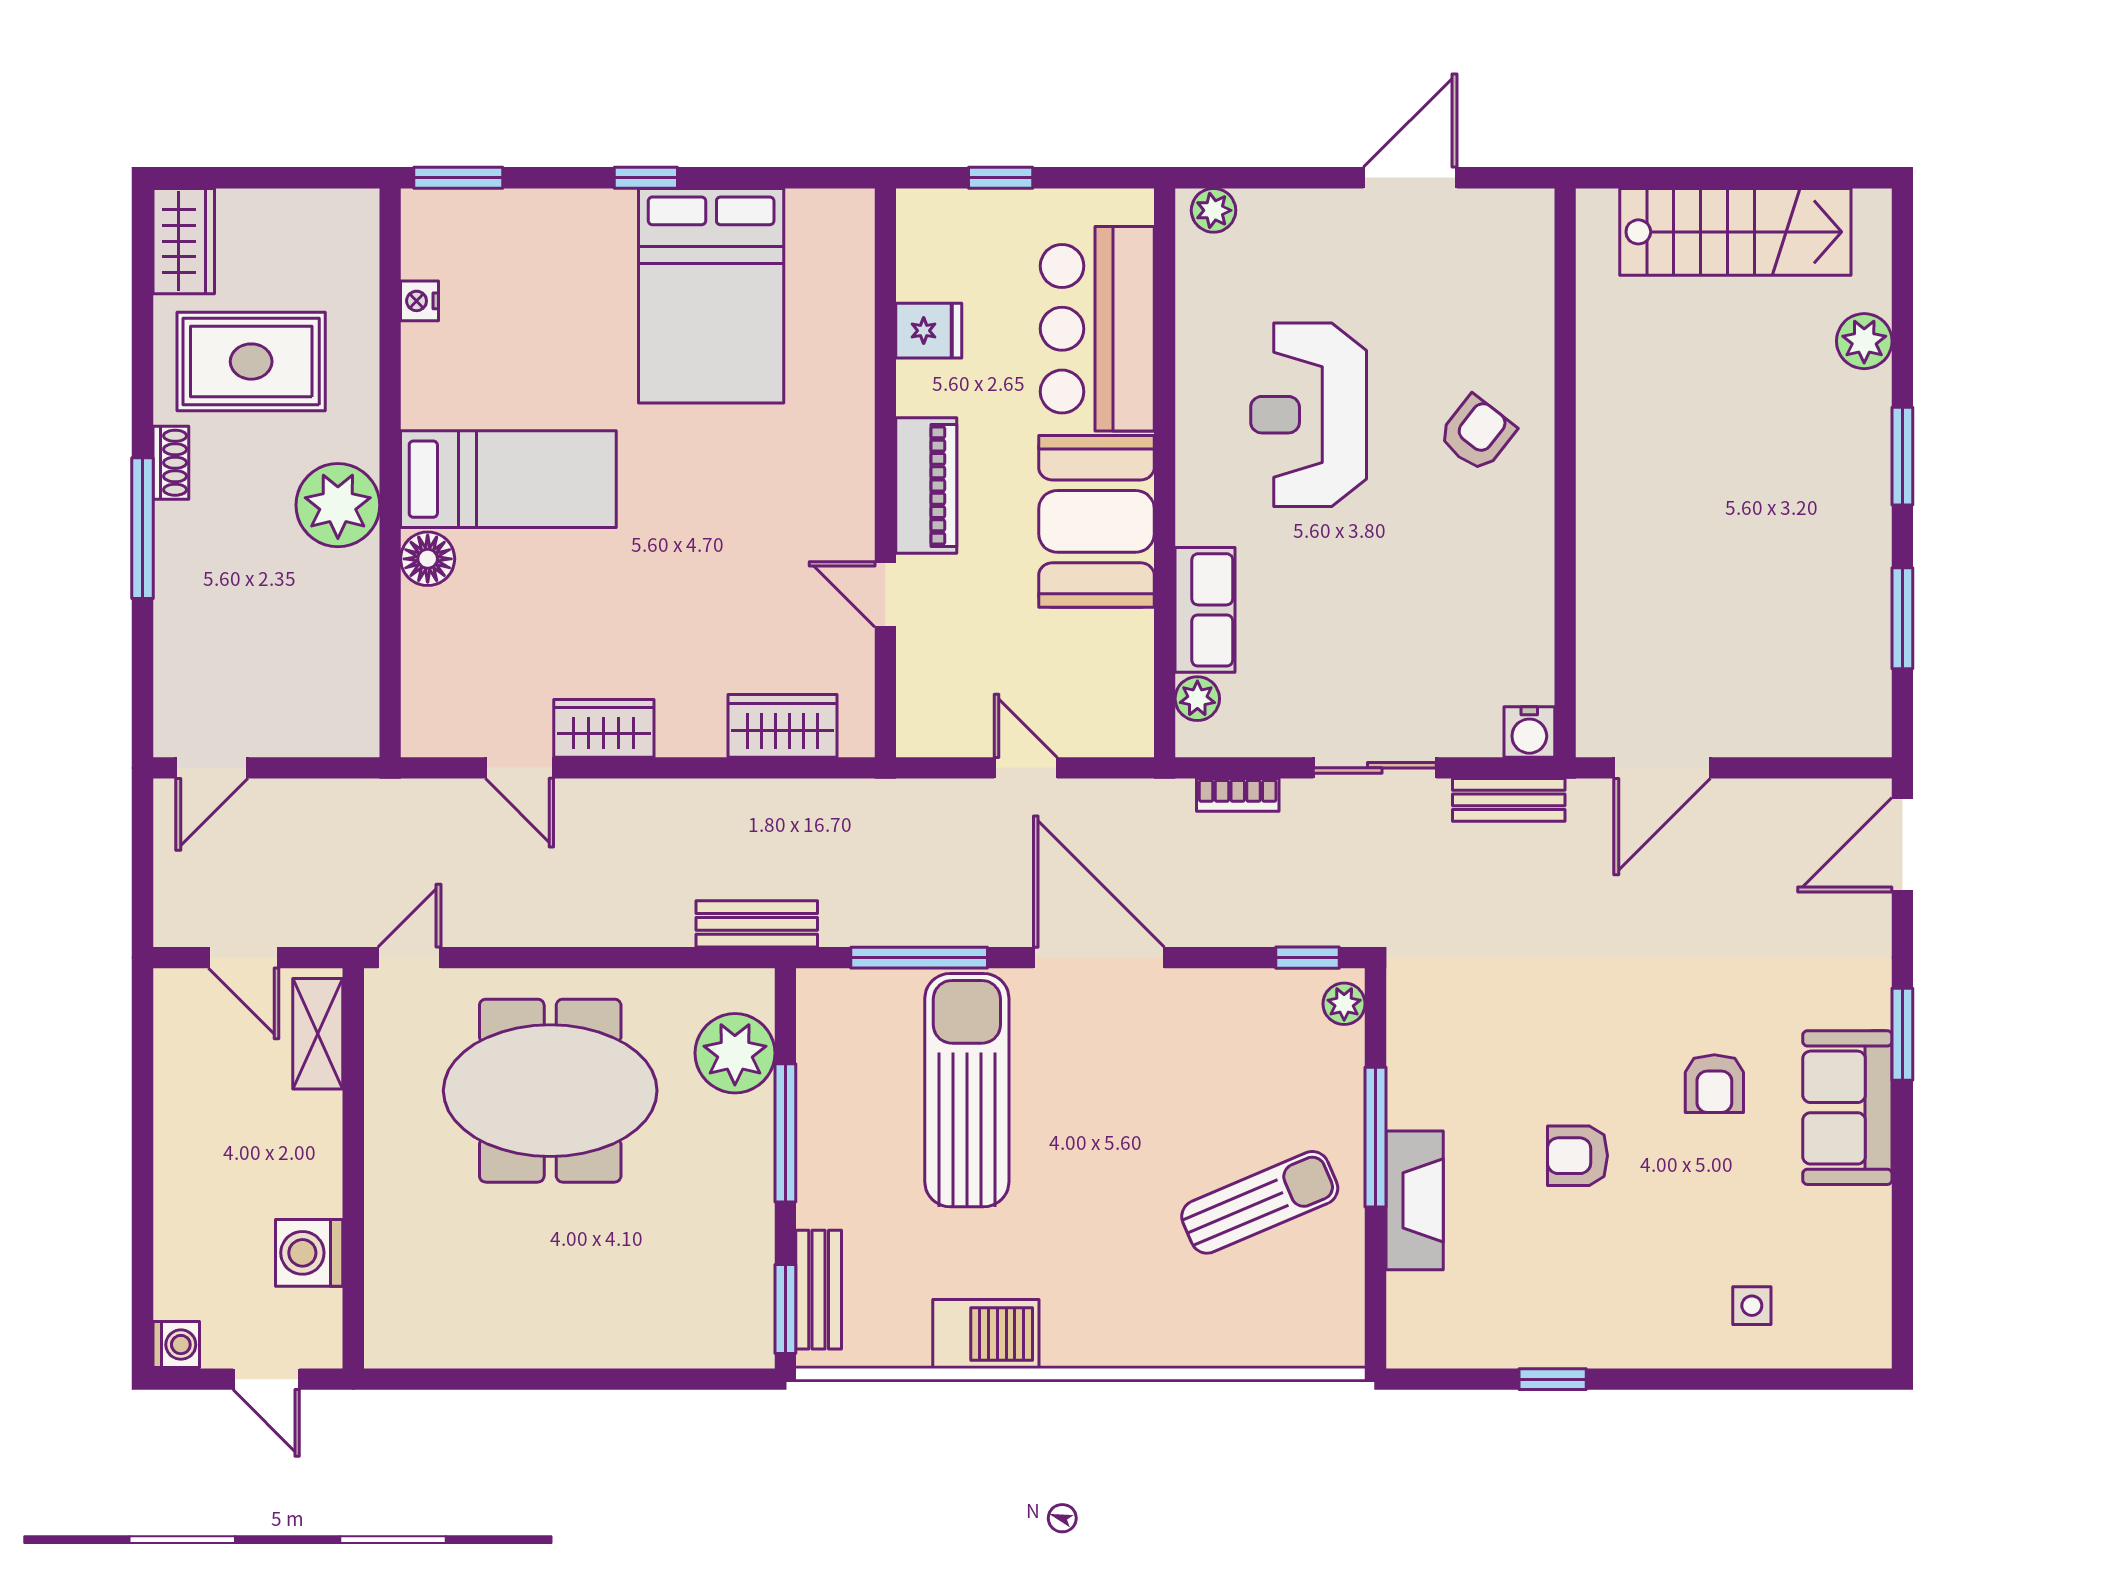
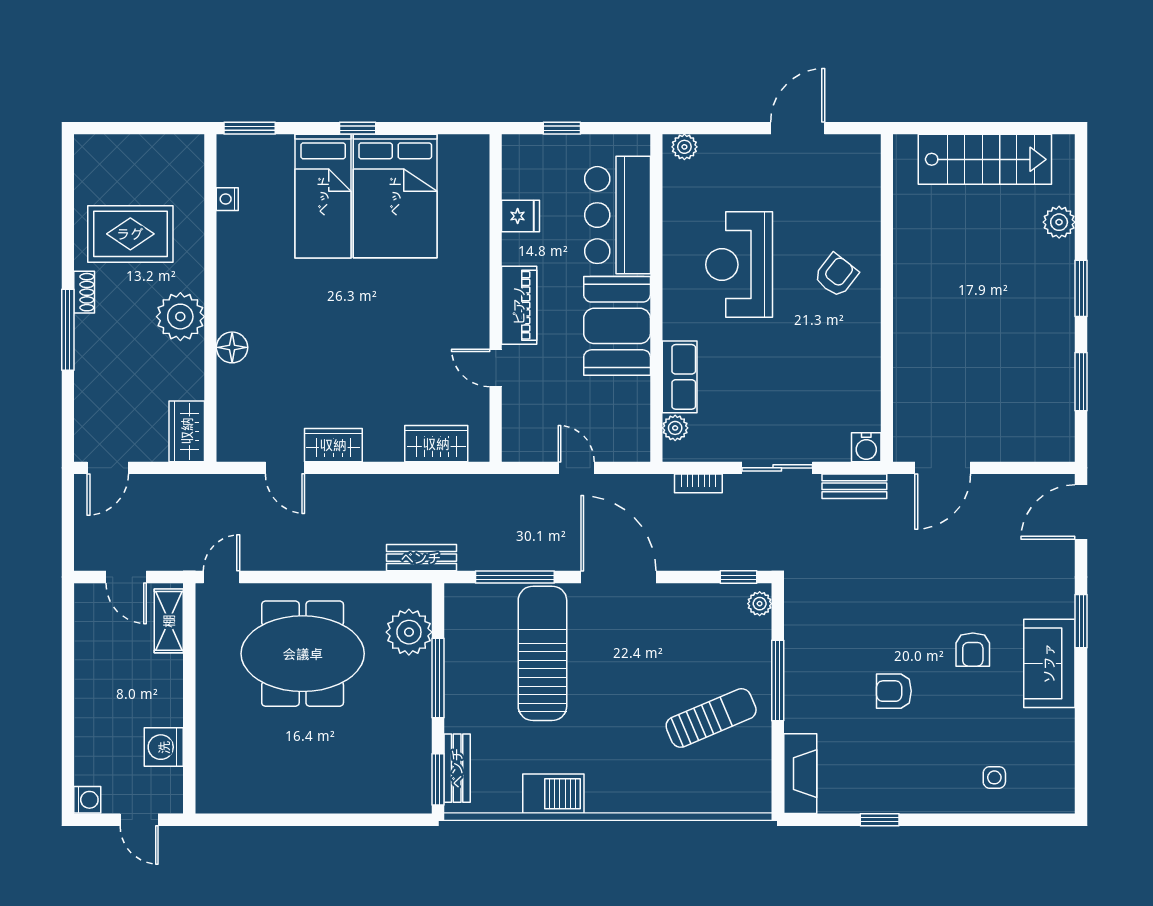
wardrobe: (184, 241) -> (187, 431), moved, turned 180
bed: (508, 479) -> (323, 196), moved, turned 90
fireplace: (1415, 1200) -> (800, 774), moved

